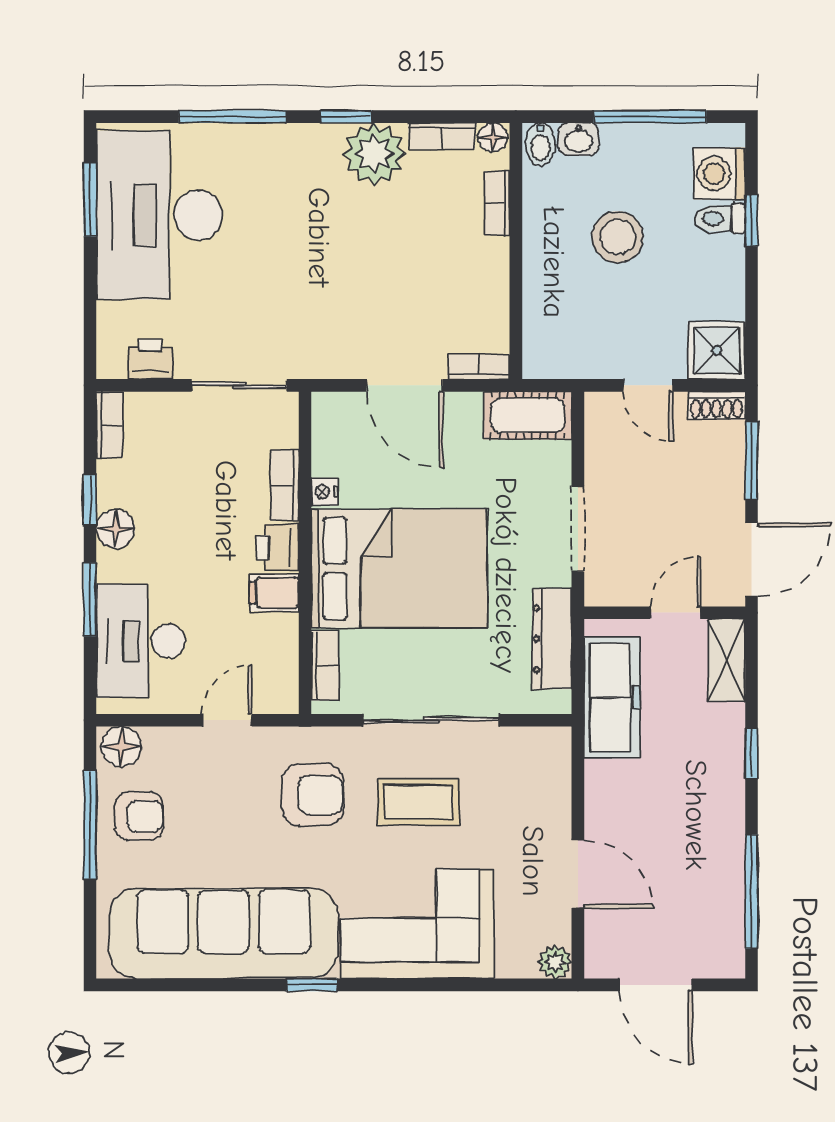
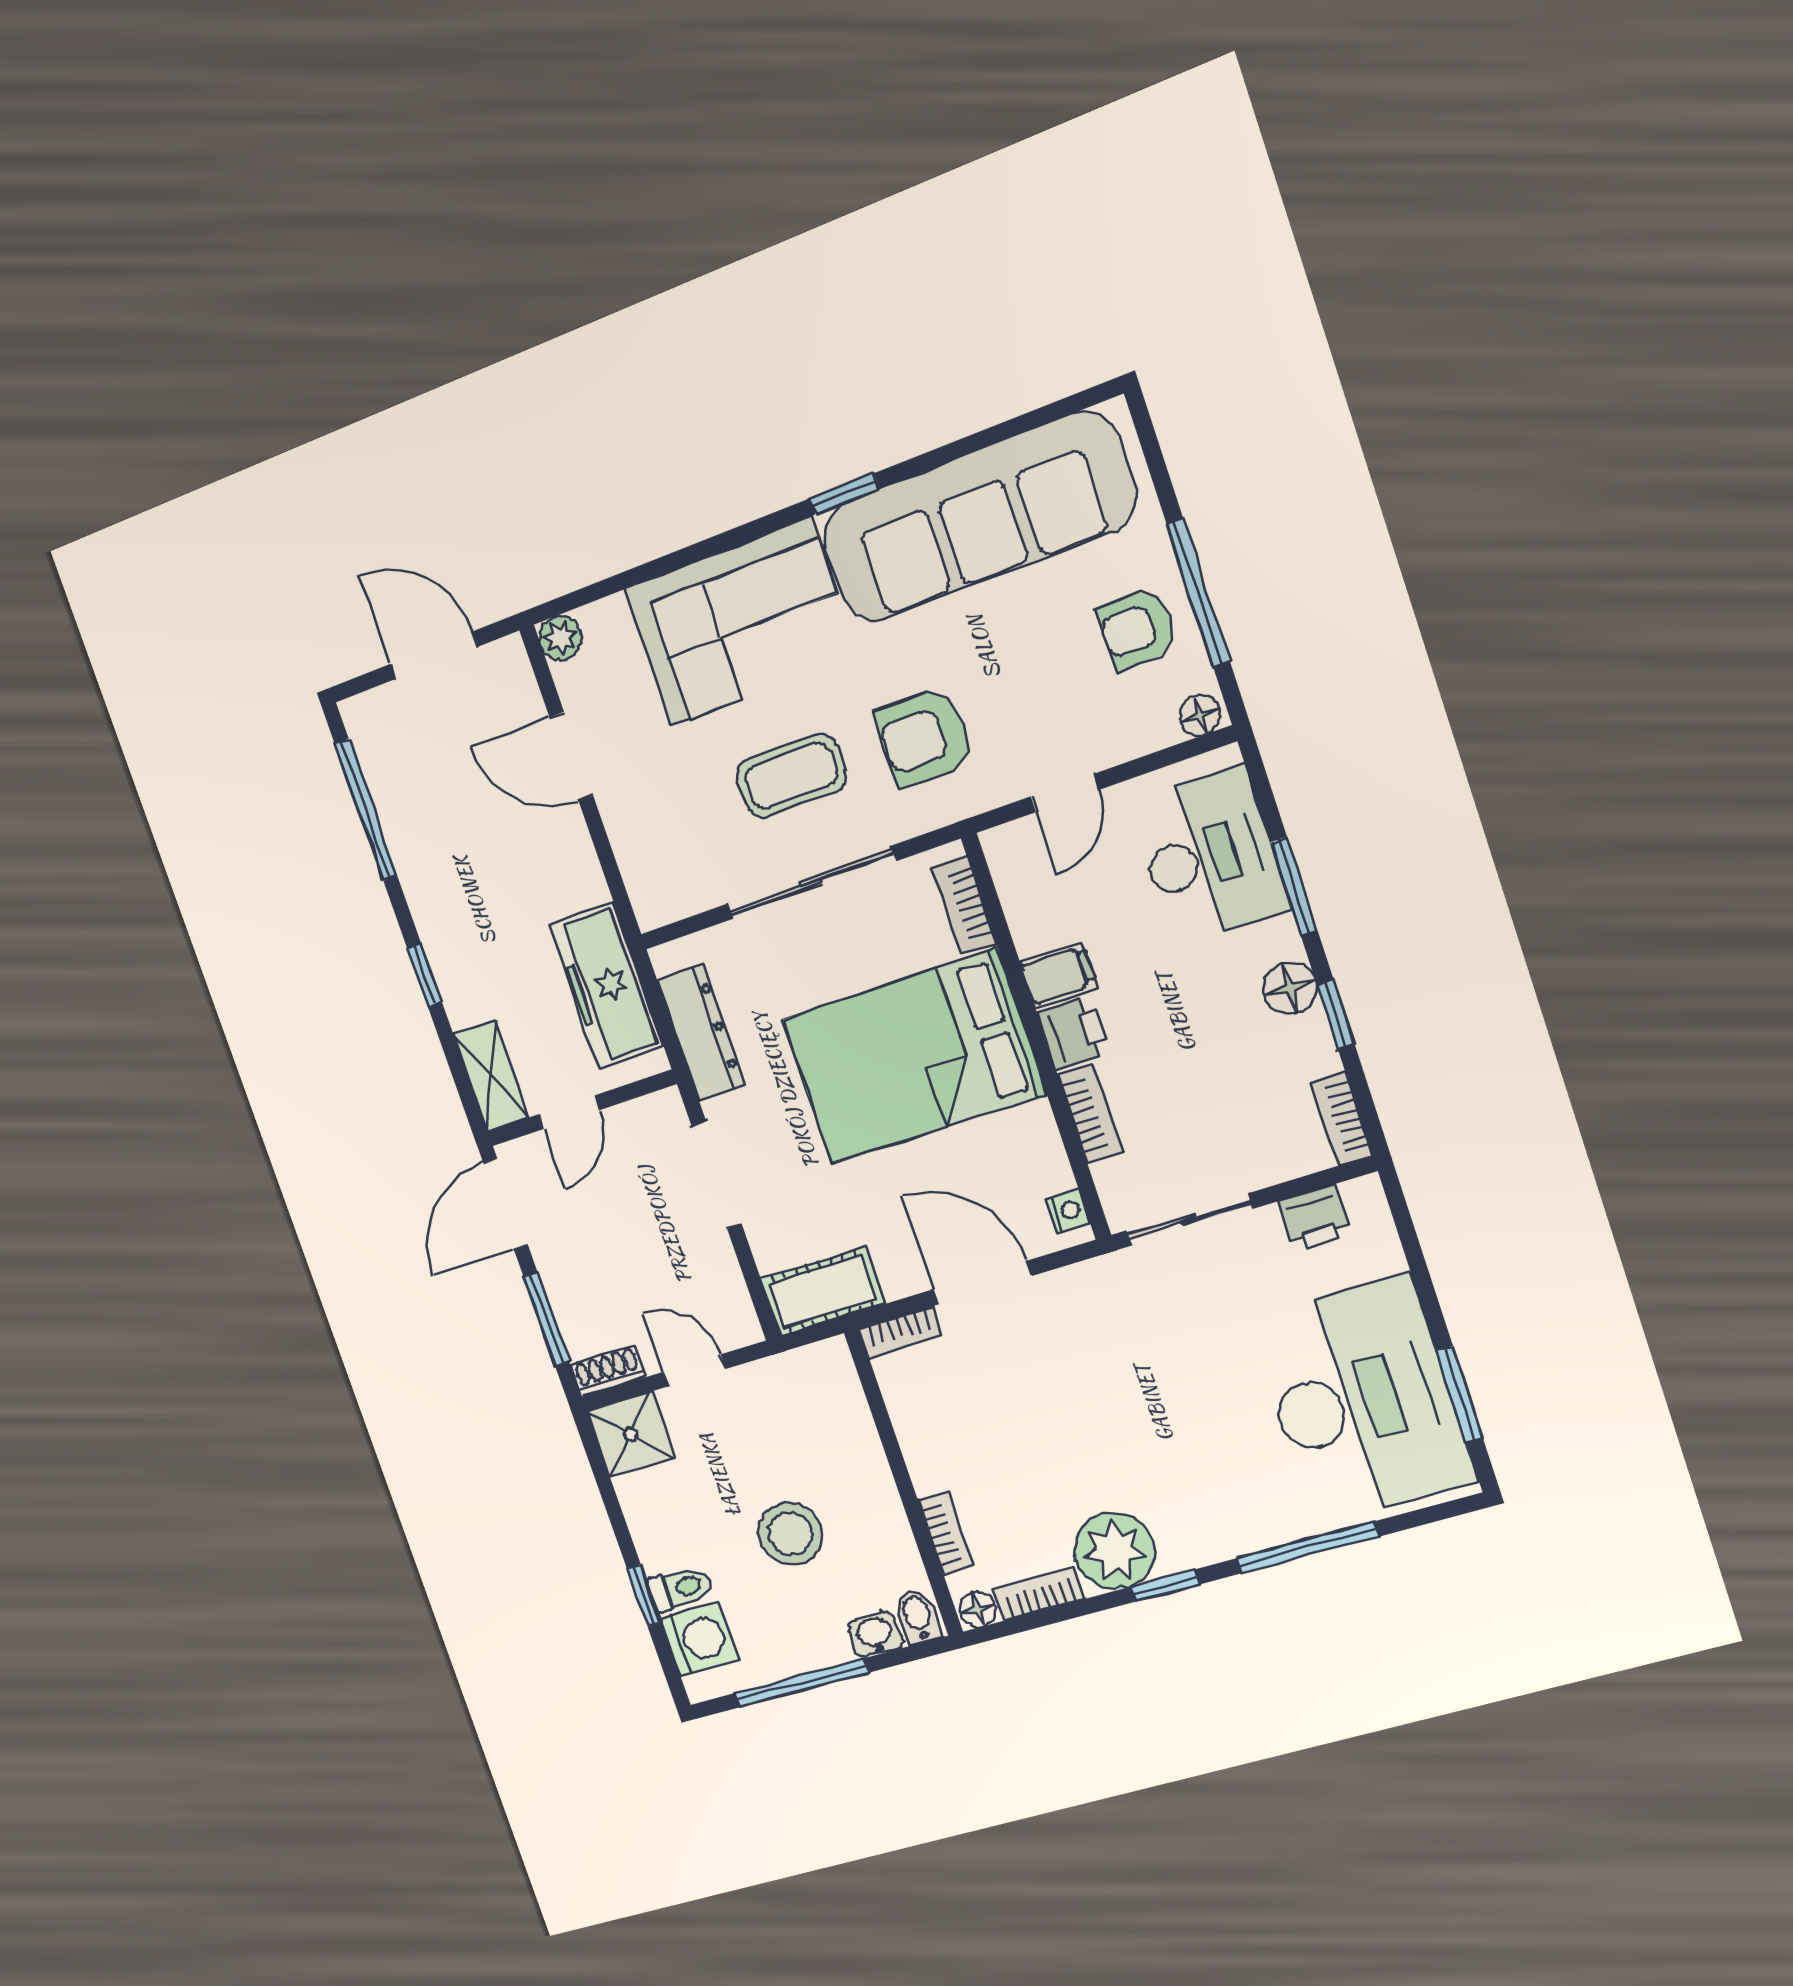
nightstand: (324, 492) -> (1068, 1211), moved
floor lamp: (121, 747) -> (1200, 715), width x0.73, depth x0.73

